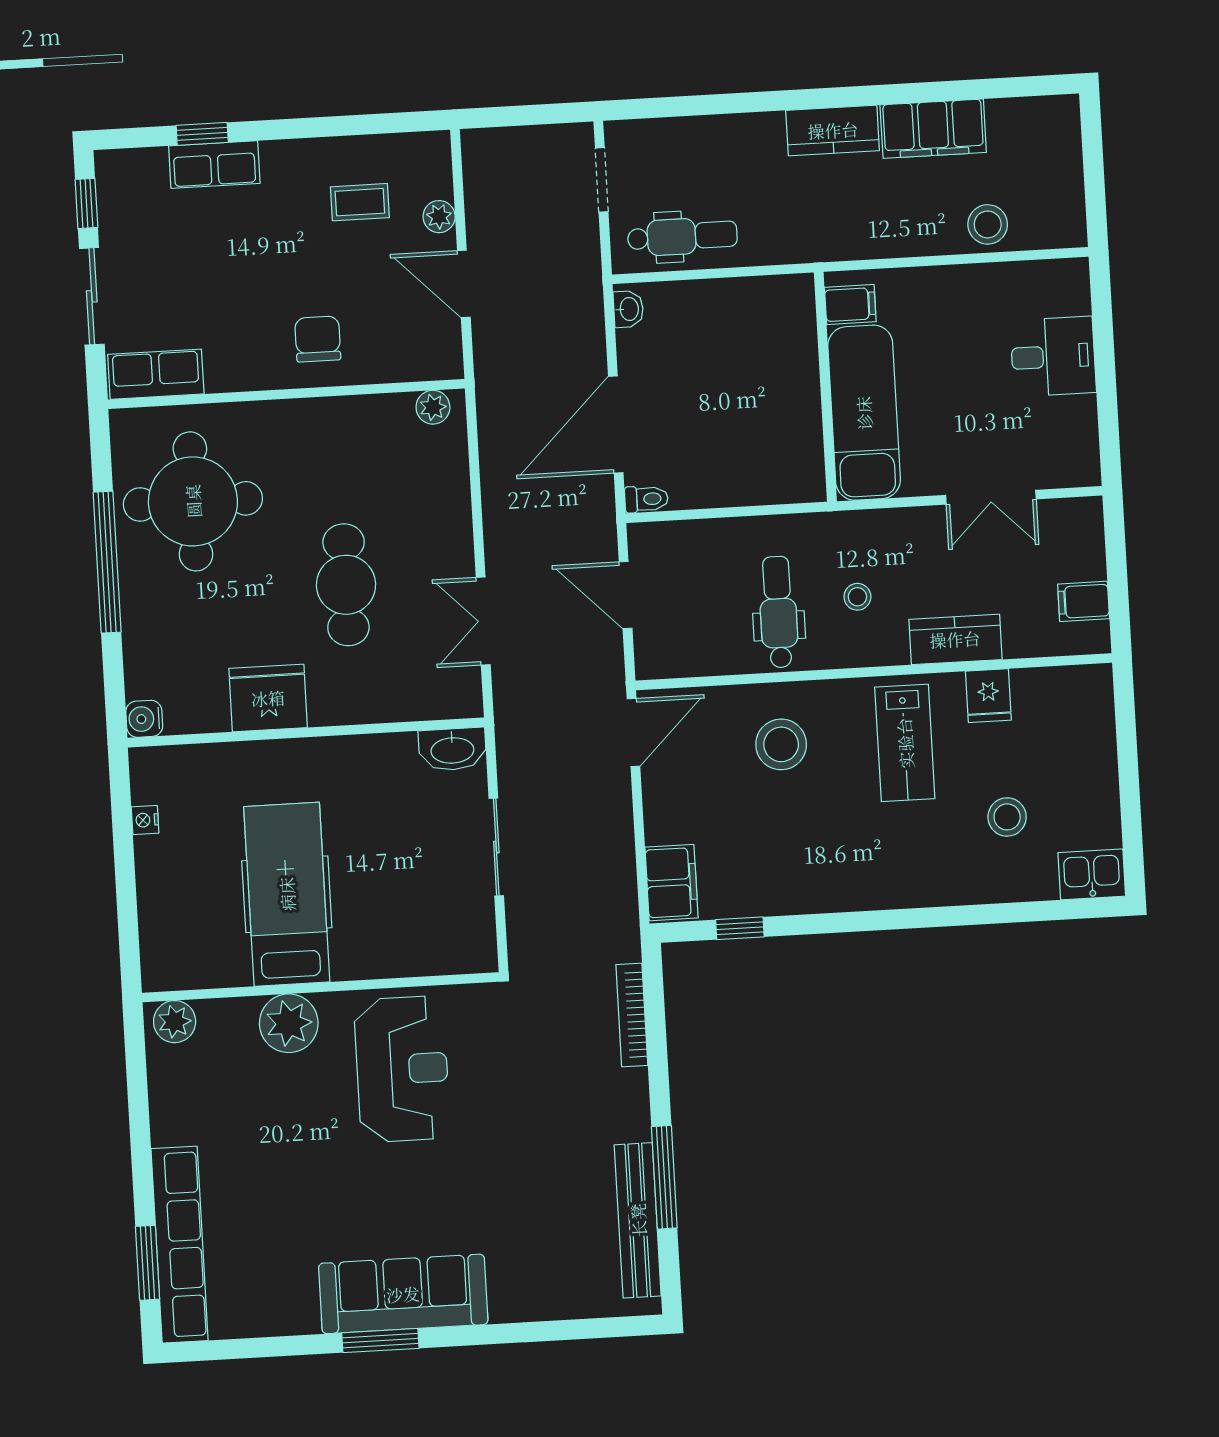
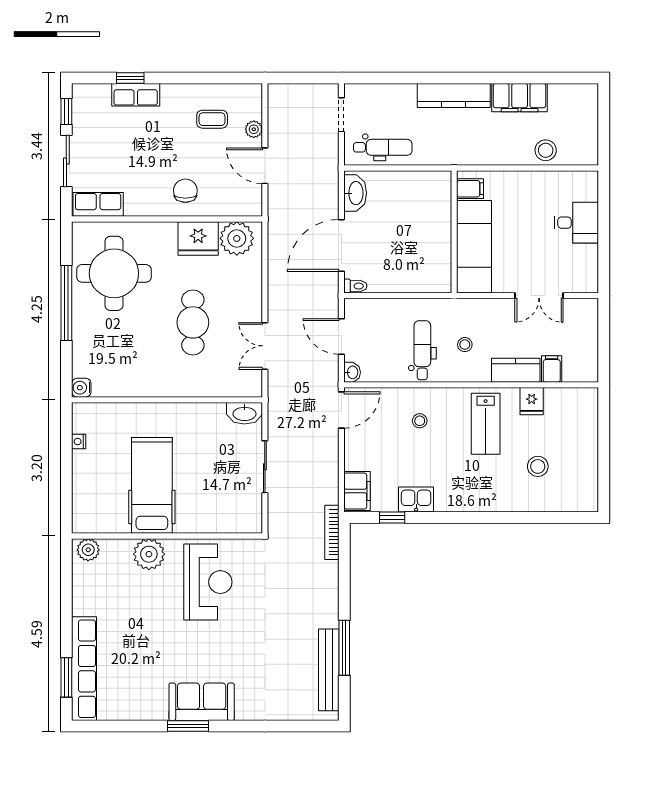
kitchen counter: (833, 130) -> (454, 95), width x1.50
washbasin: (628, 309) -> (355, 193), width x1.91, depth x1.45
plant: (433, 407) -> (237, 238), width x1.88, depth x1.88
filing cabinet: (1084, 601) -> (552, 369), moved, turned 90
washbasin: (649, 661) -> (352, 372), added
fridge: (268, 698) -> (198, 239), moved, turned 180
stool: (781, 744) -> (420, 421), width x0.53, depth x0.53
kitchen sink: (1092, 874) -> (416, 500), moved
bookcase: (632, 1015) -> (332, 532), moved
sofa: (403, 1294) -> (202, 702), width x0.73

